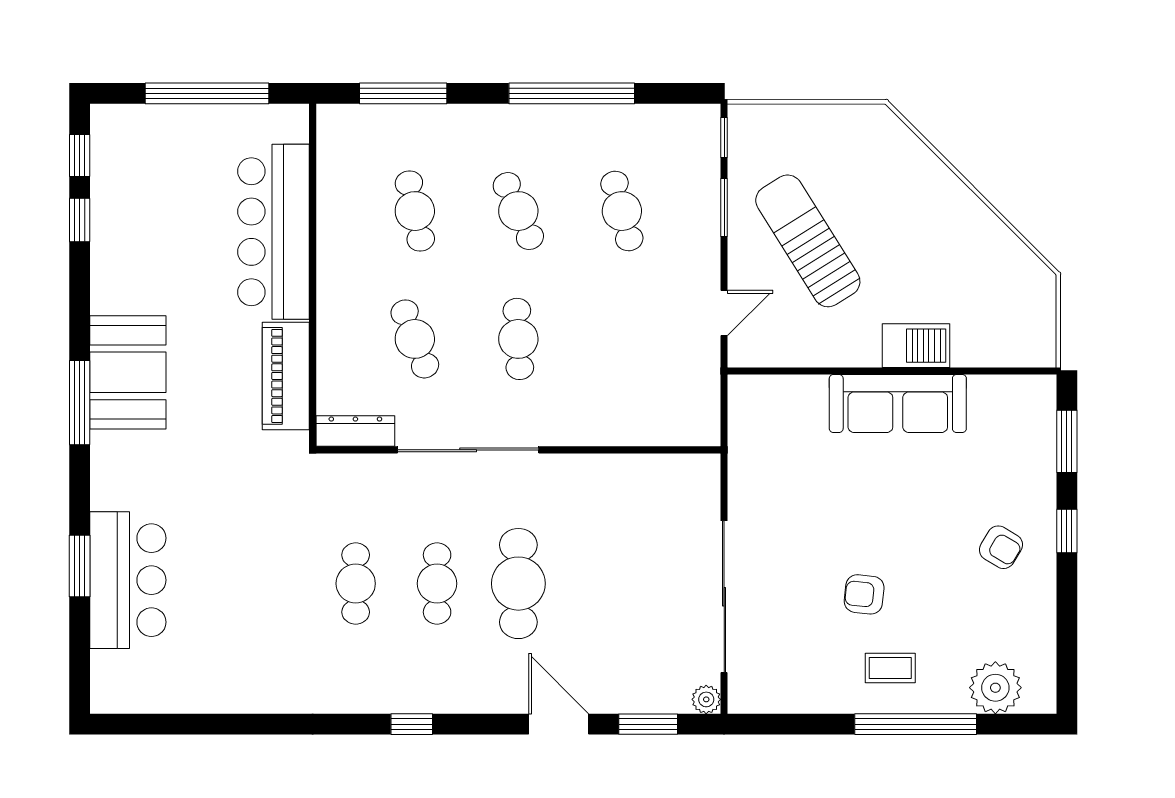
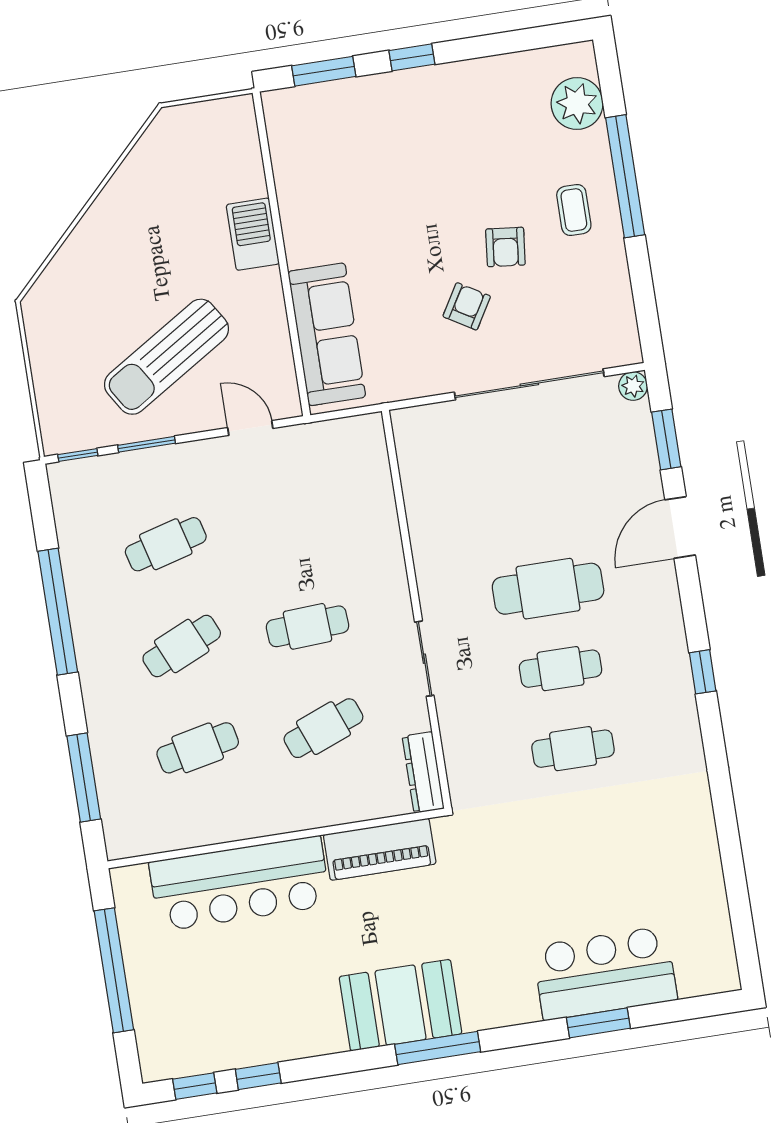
sofa: (898, 403) -> (327, 334), moved
sliding door: (468, 450) -> (424, 659), width x0.54
armchair: (1001, 547) -> (467, 306), moved

